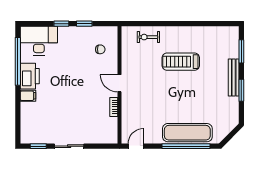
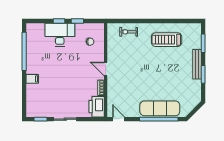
desk: (39, 41) -> (60, 35), moved
treadmill: (181, 62) -> (167, 40), moved
printer: (30, 76) -> (97, 107), moved, turned 180
door: (136, 146) -> (119, 119), hinge flipped

